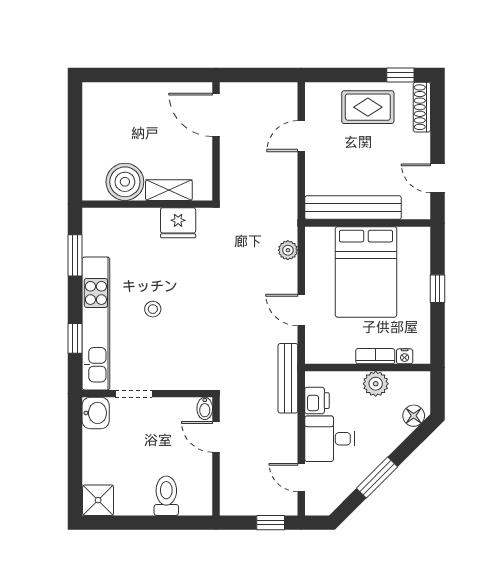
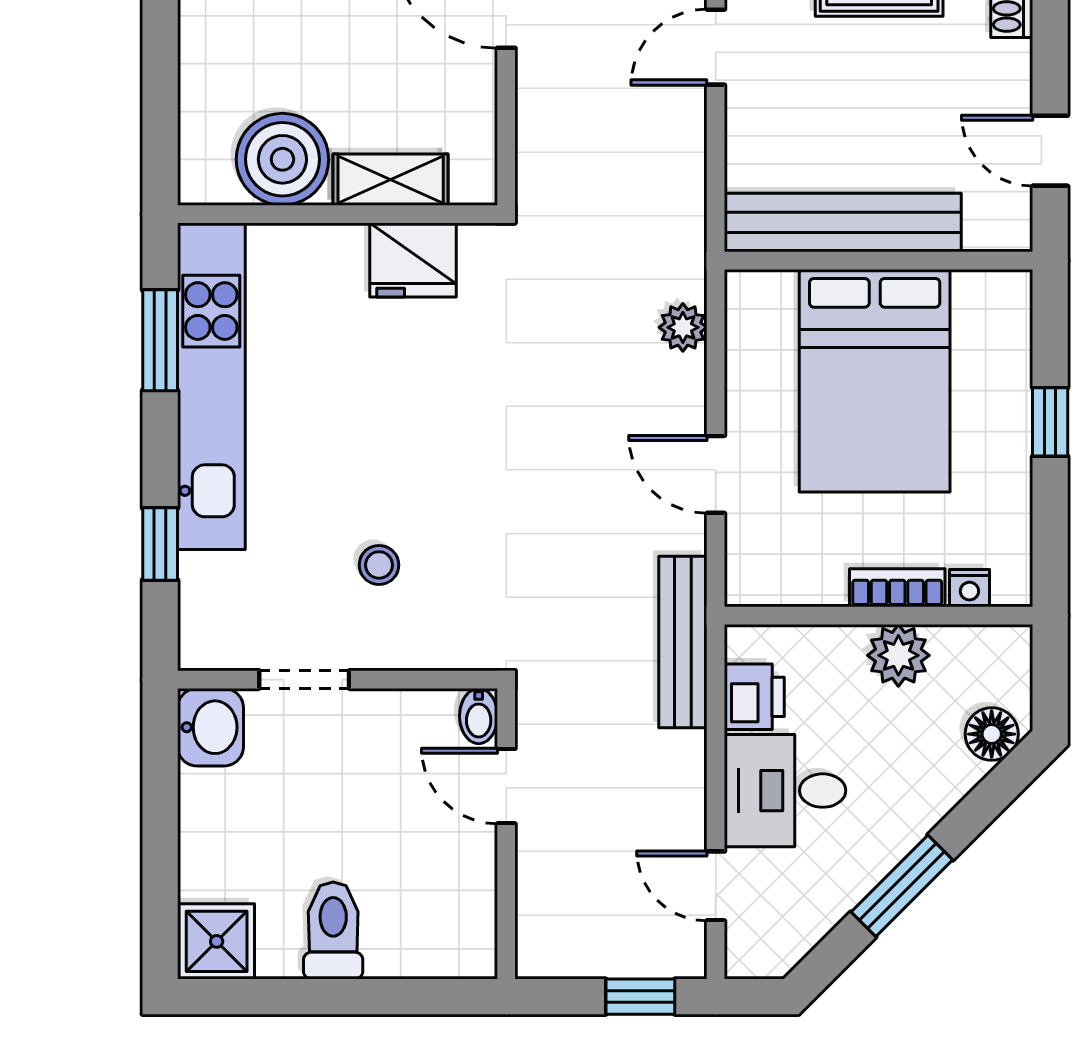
stool: (153, 309) -> (379, 565), moved
kitchen unit: (96, 324) -> (211, 386), moved
toilet: (166, 496) -> (333, 930), moved

